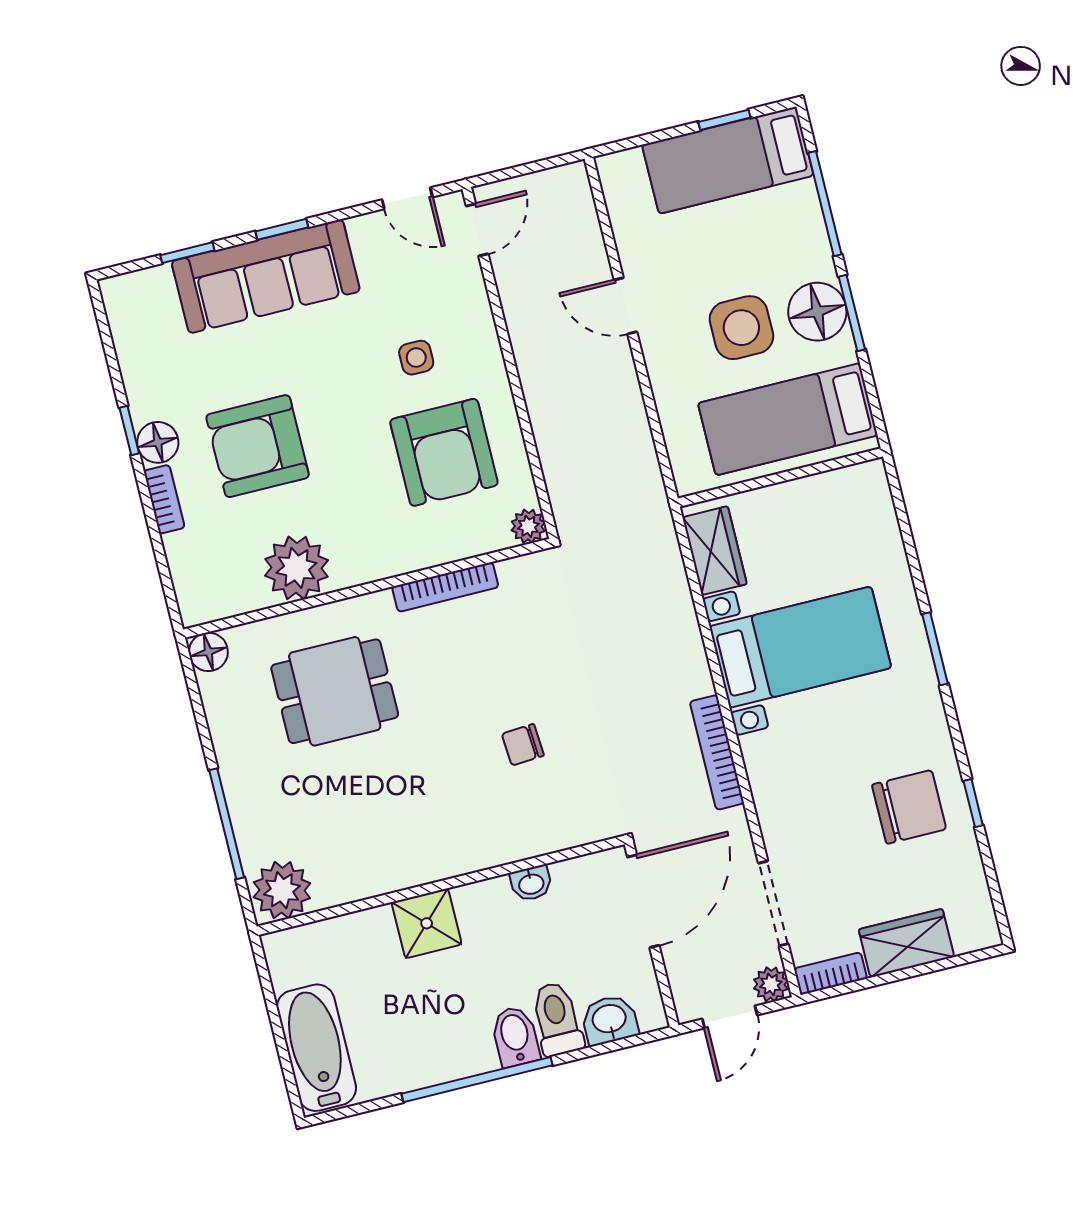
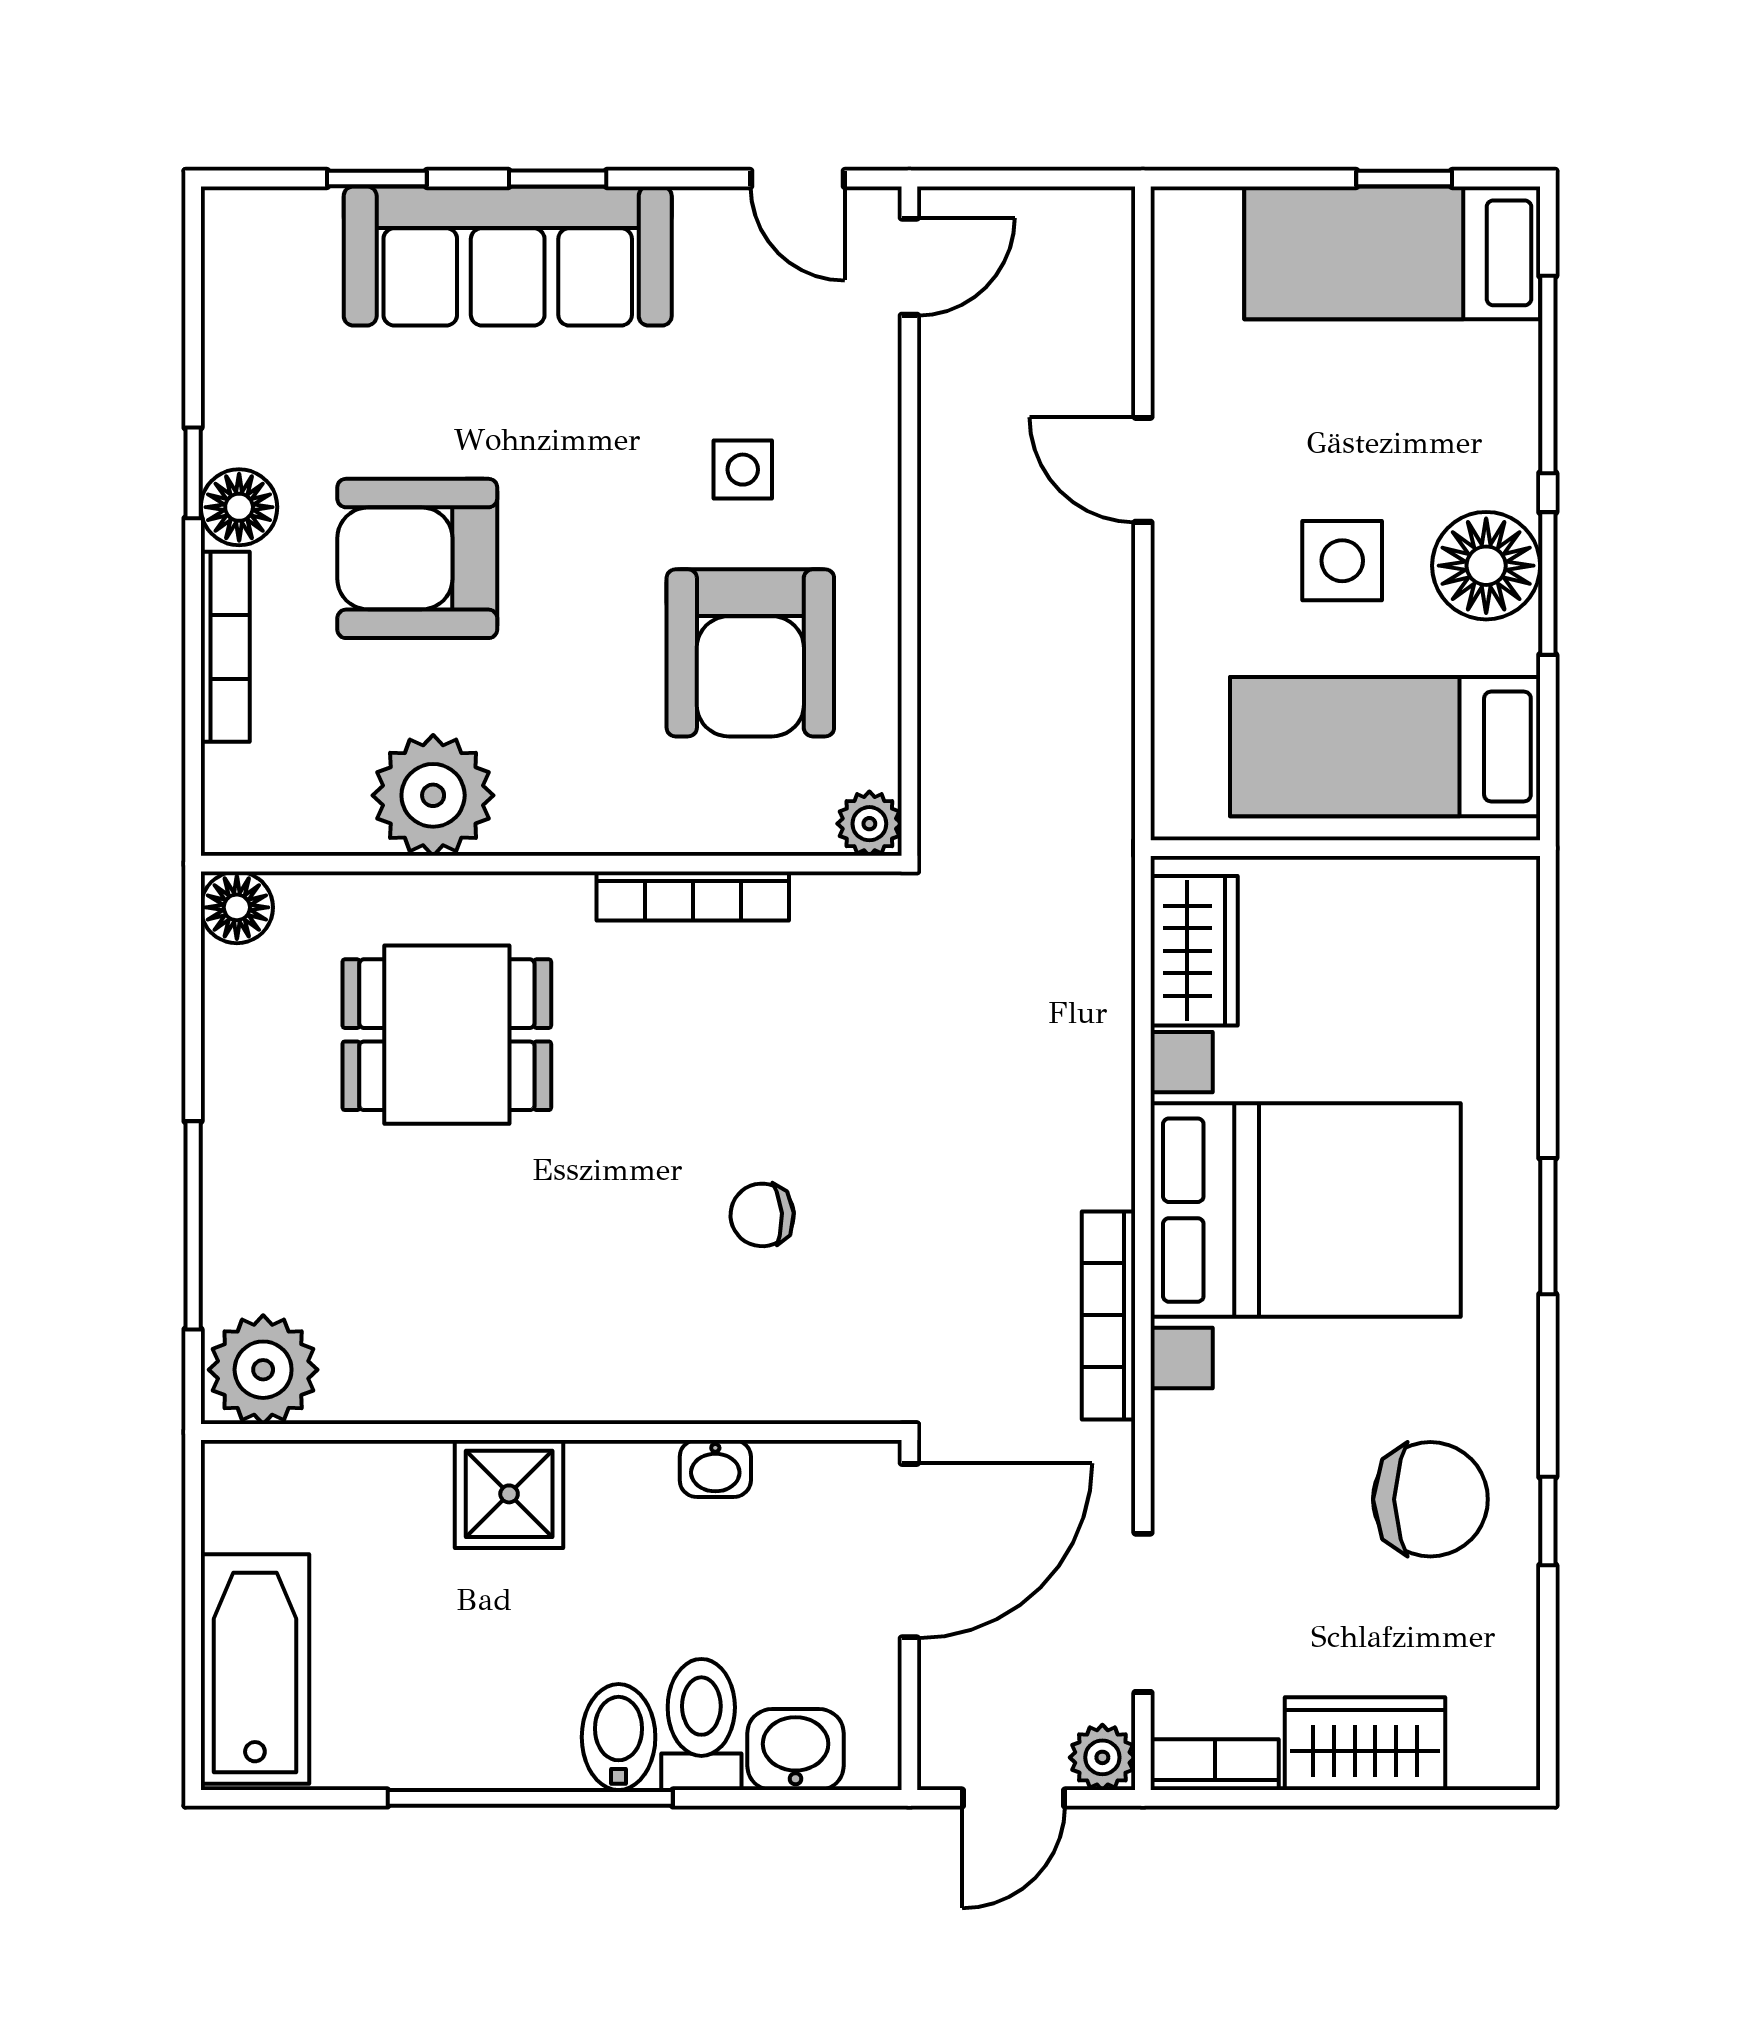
side table: (741, 328) -> (1342, 561), width x0.73, depth x0.73
bookcase: (164, 499) -> (225, 647), width x1.56
bed with nightstands: (800, 647) -> (1306, 1210), width x1.36

